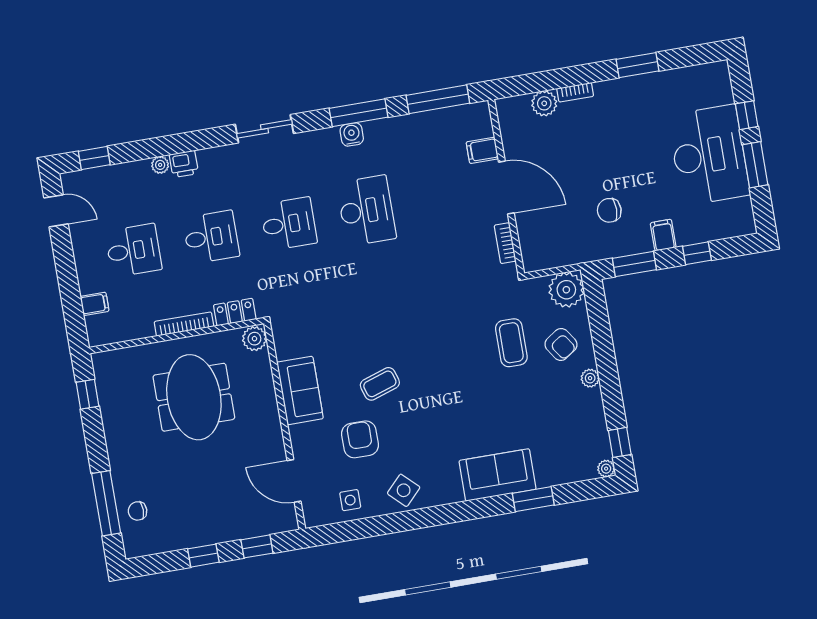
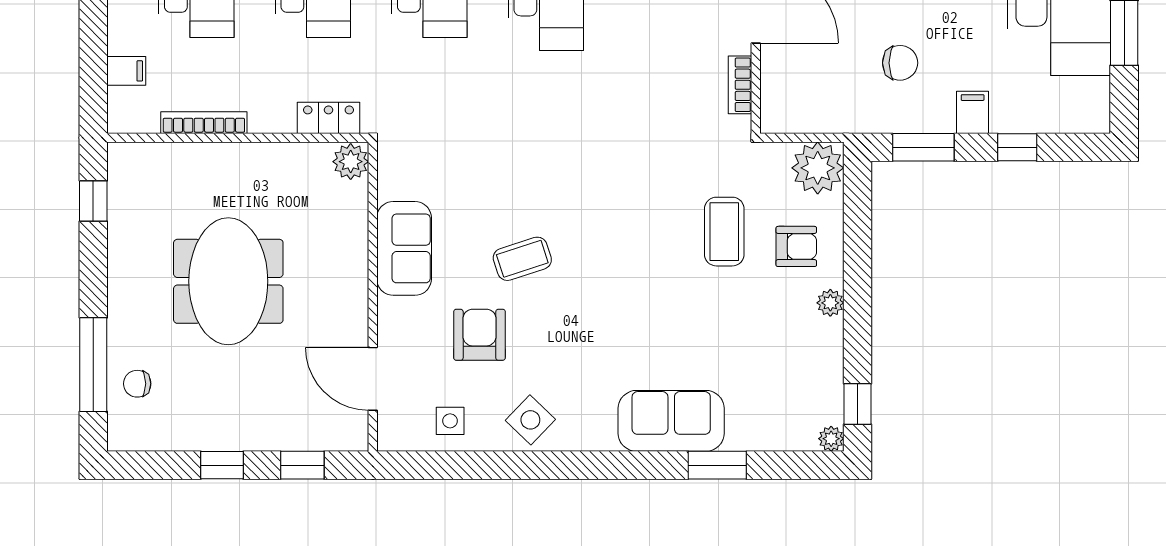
chair: (609, 210) -> (900, 63), turned 180
bookcase: (184, 324) -> (204, 123), moved
armchair: (561, 344) -> (796, 246), turned -56
meeting table: (194, 397) -> (228, 281), moved

